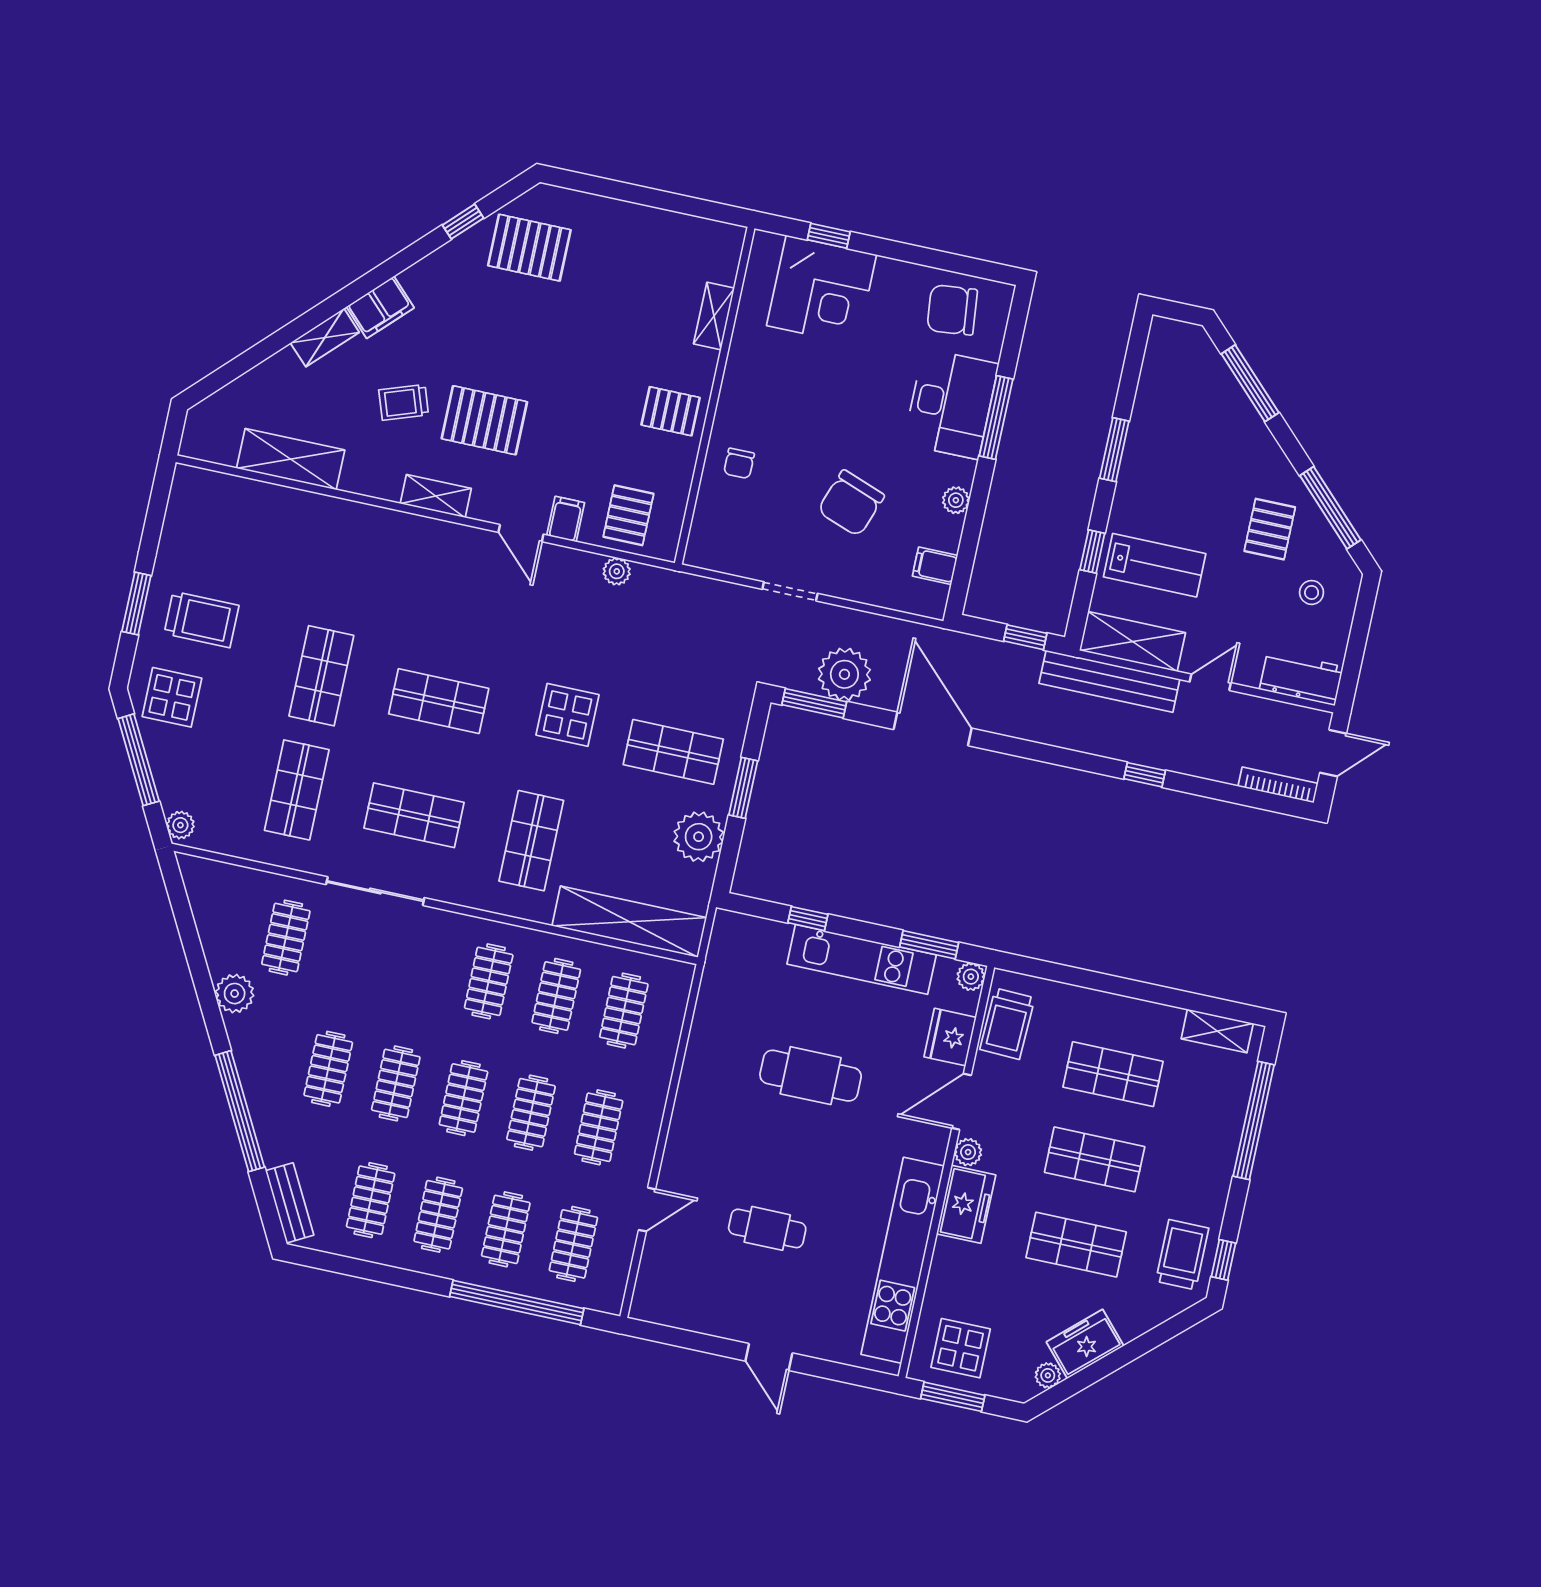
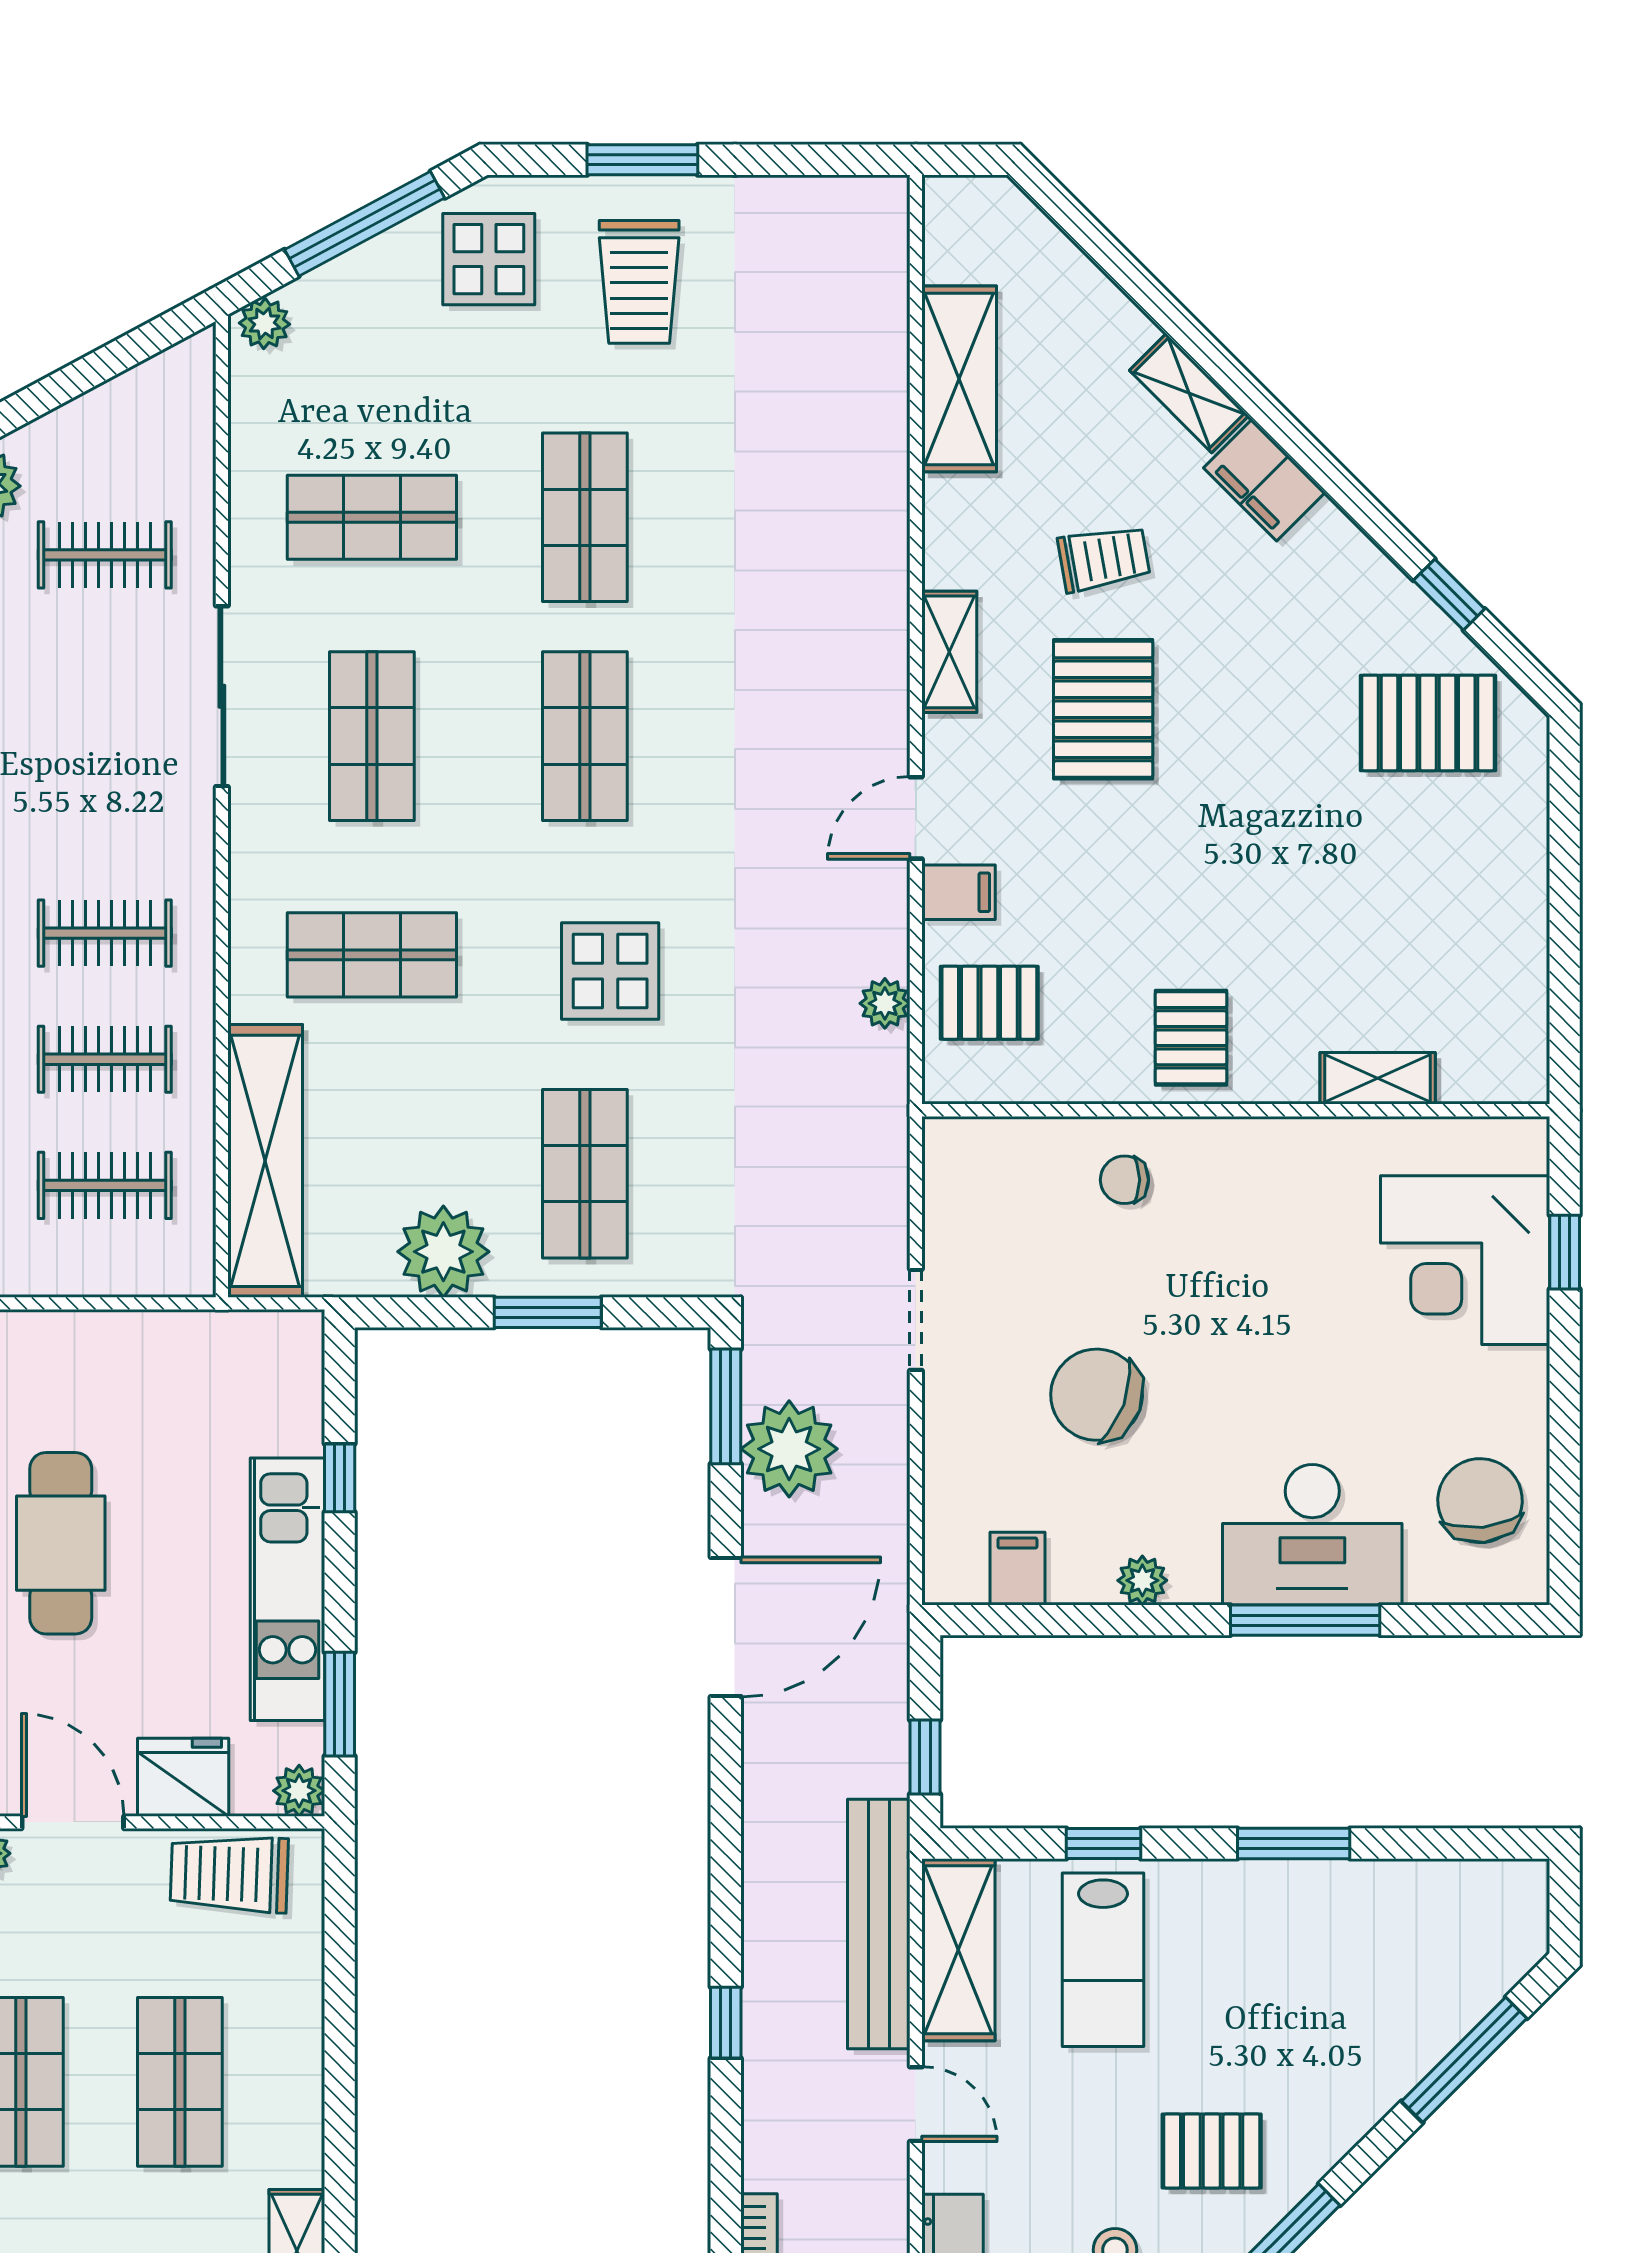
pallet: (529, 248) -> (1428, 723), turned 90
trolley: (404, 402) -> (1104, 558), turned 99
shop shelf: (321, 676) -> (585, 517), turned 90

